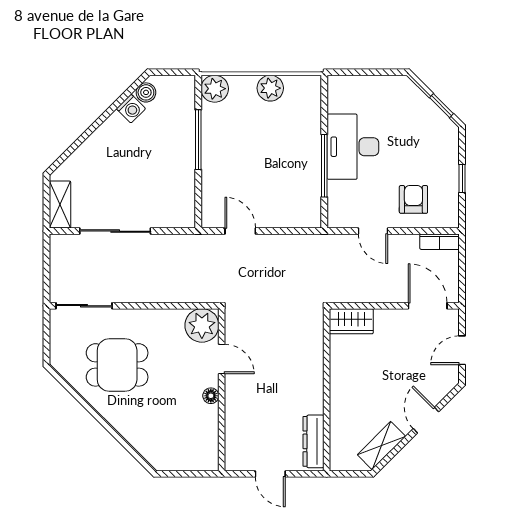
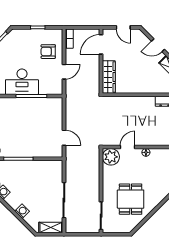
washing machine: (93, 147) -> (22, 211), added
door: (240, 231) -> (64, 138), swing flipped
wardrobe: (351, 321) -> (109, 77), width x1.50

